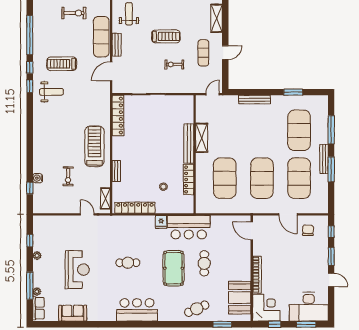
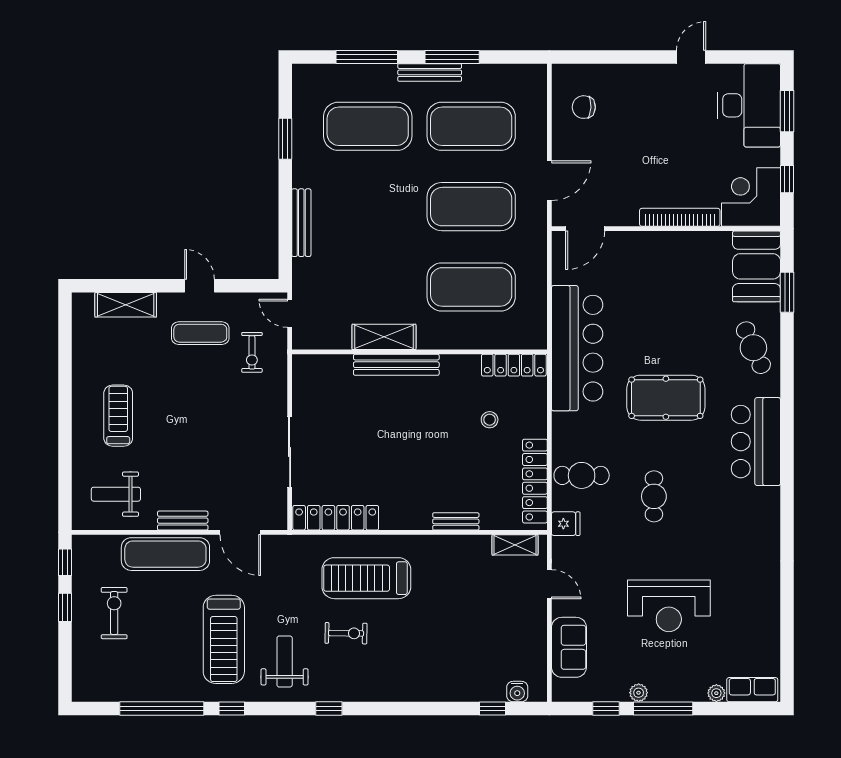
treadmill: (166, 36) -> (118, 416), moved
treadmill: (62, 64) -> (224, 639), width x1.37, depth x1.38
exercise bike: (174, 64) -> (252, 352), moved
window: (30, 86) -> (329, 708), moved
treadmill: (94, 146) -> (366, 578), moved
exercise bike: (68, 176) -> (346, 633), moved
water cooler: (38, 178) -> (517, 692), moved
locker: (189, 179) -> (514, 365), moved
door: (87, 214) -> (549, 584), swing flipped
door: (288, 214) -> (549, 181), moved
fridge: (161, 222) -> (566, 524), moved
bar counter: (189, 227) -> (577, 348), width x1.36
window: (331, 232) -> (587, 57), removed
window: (331, 256) -> (640, 57), removed
cafe table: (204, 263) -> (582, 475), moved
reception desk: (77, 270) -> (669, 606), turned 180
window: (30, 286) -> (663, 708), moved
booth: (240, 298) -> (757, 266), moved, turned 90
bar counter: (137, 310) -> (756, 442), moved
sofa: (73, 313) -> (569, 647), moved, turned 180

